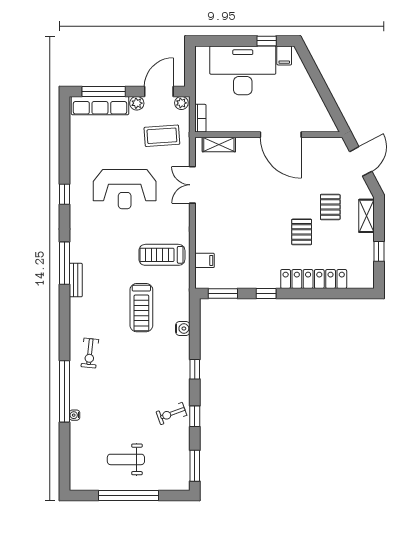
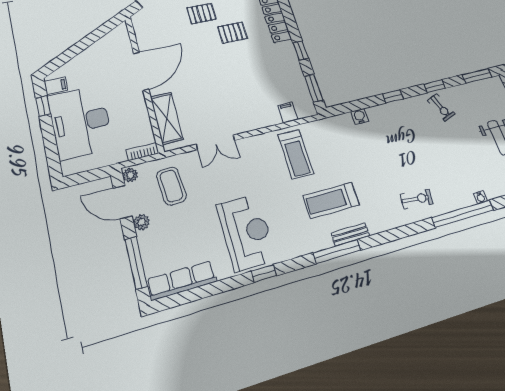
row of seats: (100, 106) -> (182, 280), moved, turned -90
shelving: (219, 144) -> (167, 118), width x1.50, depth x1.33
reception desk: (125, 189) -> (246, 232), moved
treadmill: (141, 308) -> (331, 200), moved, turned 180

